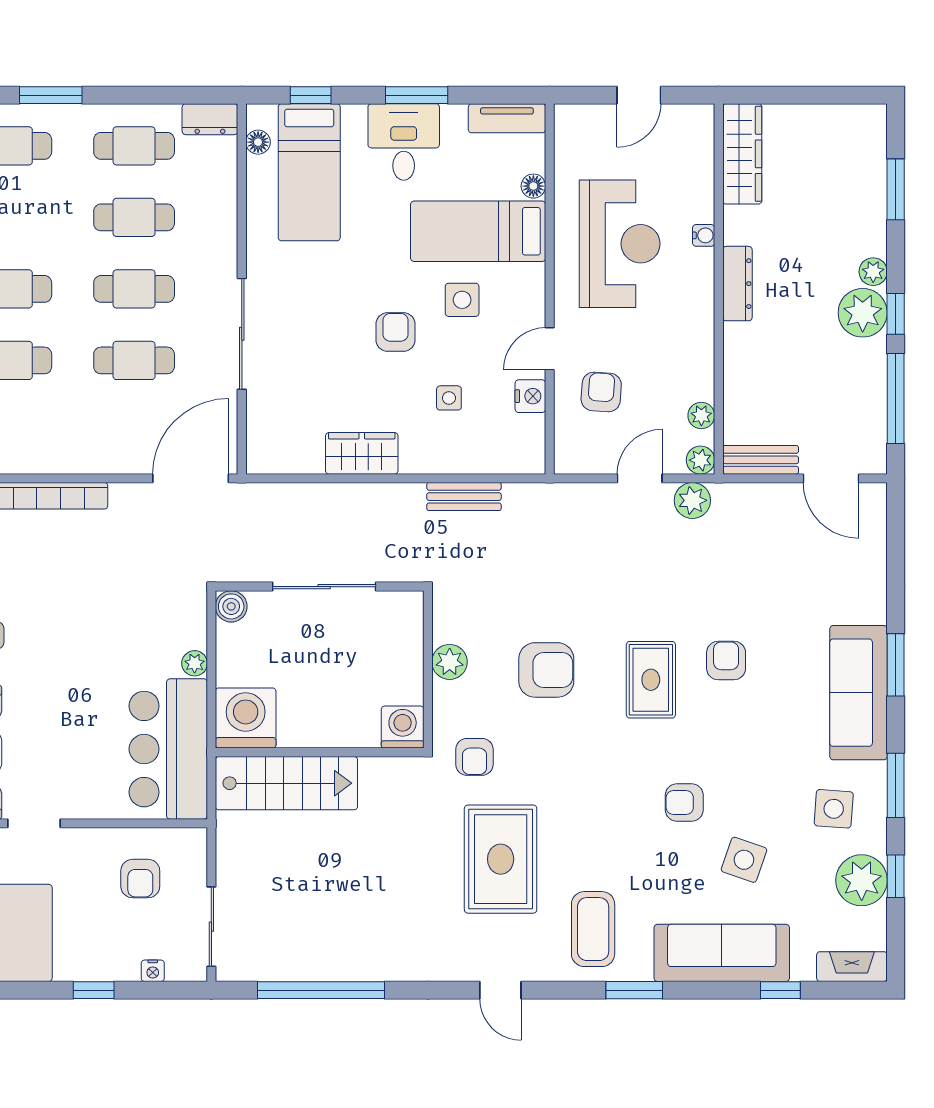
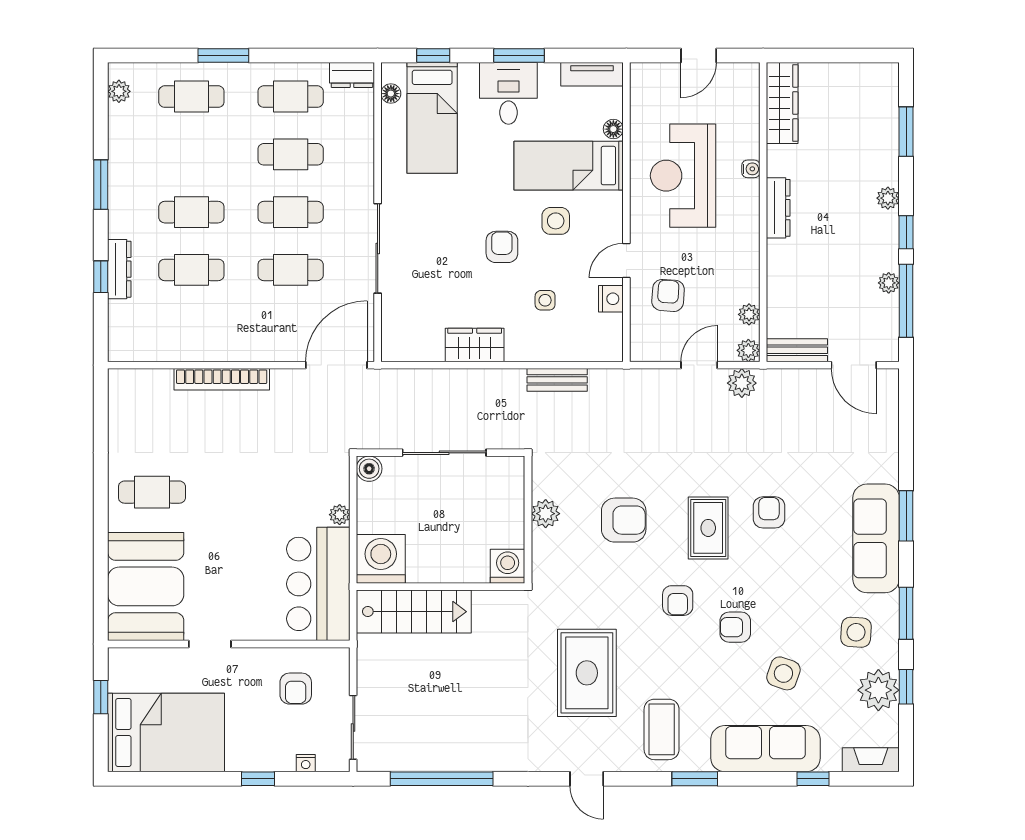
reception desk: (620, 244) -> (683, 176), turned 180
plant: (863, 313) -> (889, 283), moved, width x0.53, depth x0.53
armchair: (474, 757) -> (678, 601), moved

